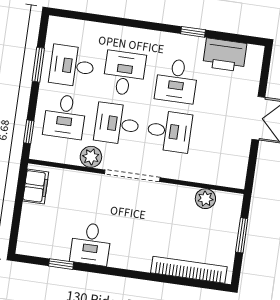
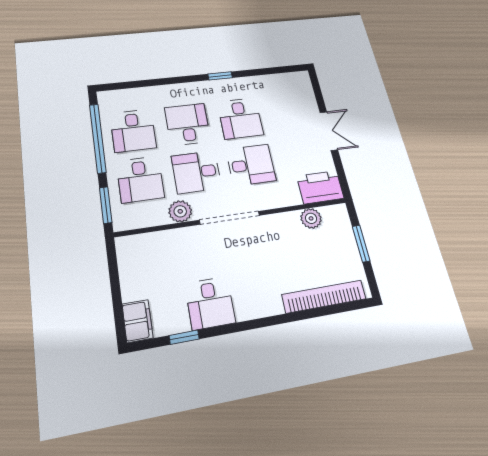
window: (193, 32) -> (220, 76), moved
printer: (225, 55) -> (320, 187), moved, turned 180
window: (38, 65) -> (98, 138), width x2.11
desk: (72, 66) -> (133, 131), turned -90
window: (29, 132) -> (106, 205), width x1.50
filing cabinet: (36, 187) -> (137, 321), moved

